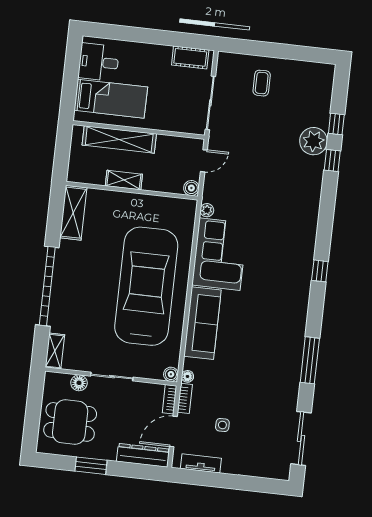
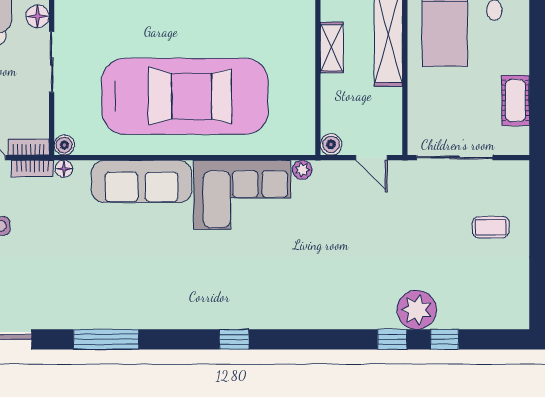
cot: (190, 57) -> (516, 100), moved

